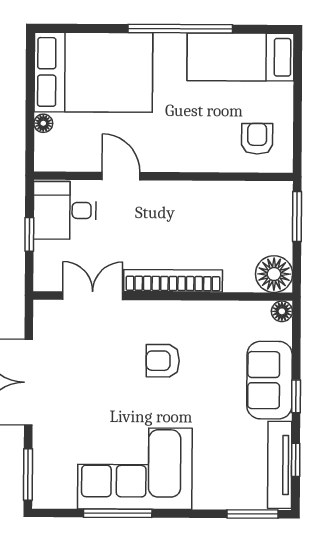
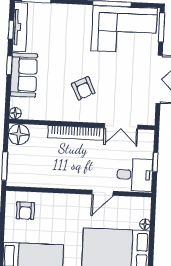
door: (121, 176) -> (102, 193), hinge flipped
armchair: (163, 361) -> (83, 88), turned 64
corner sofa: (135, 469) -> (124, 29), moved

